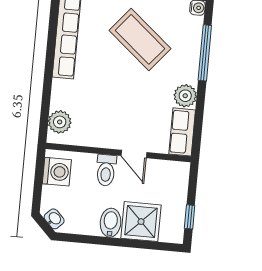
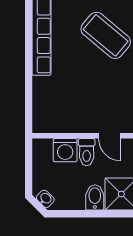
plant: (60, 122) -> (42, 114), removed
washing machine: (57, 172) -> (65, 150), moved, turned 90

